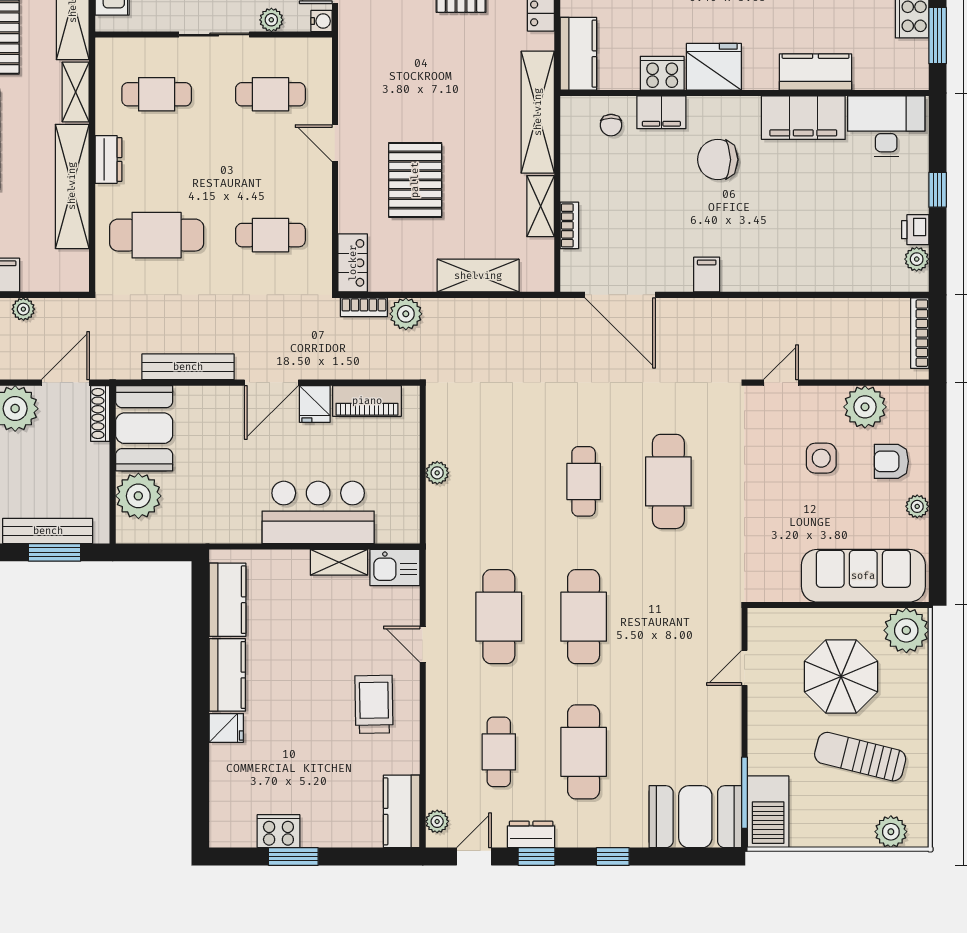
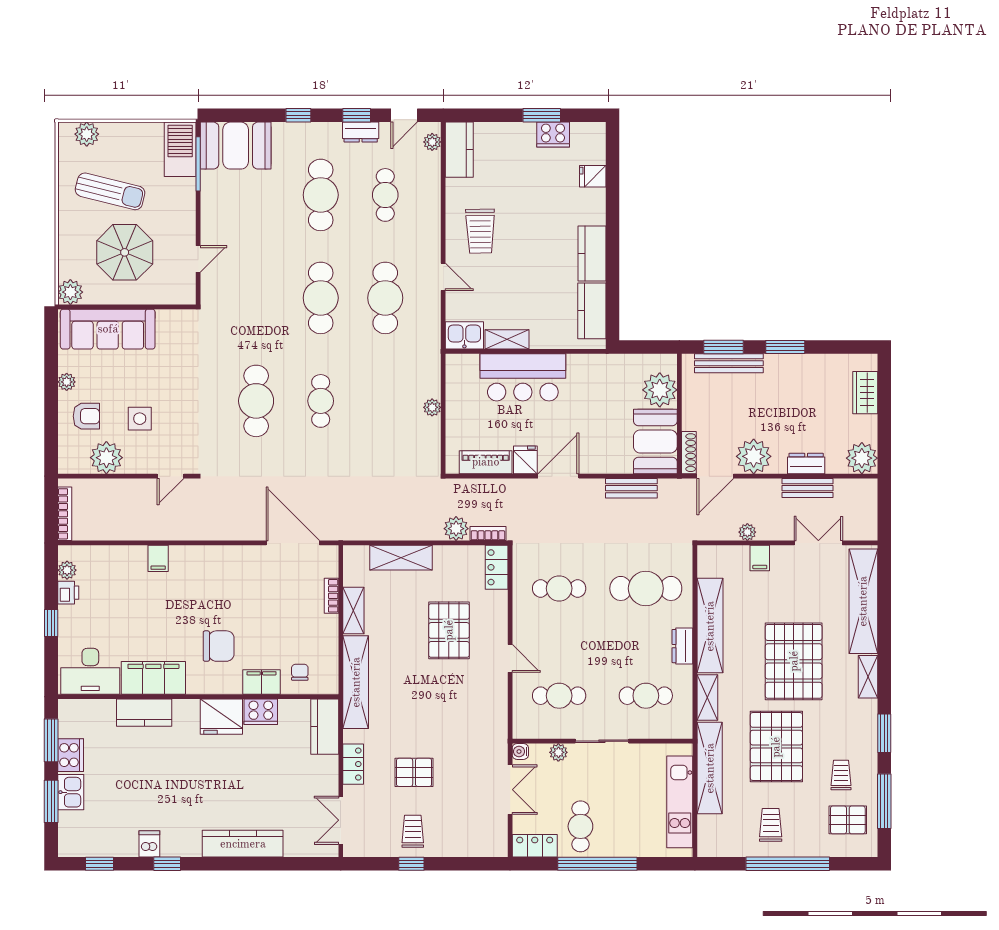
filing cabinet: (707, 275) -> (158, 558), moved
bench: (188, 367) -> (631, 488), width x0.73
plant: (906, 630) -> (70, 292), width x0.73, depth x0.73
fridge: (226, 728) -> (593, 176), moved

